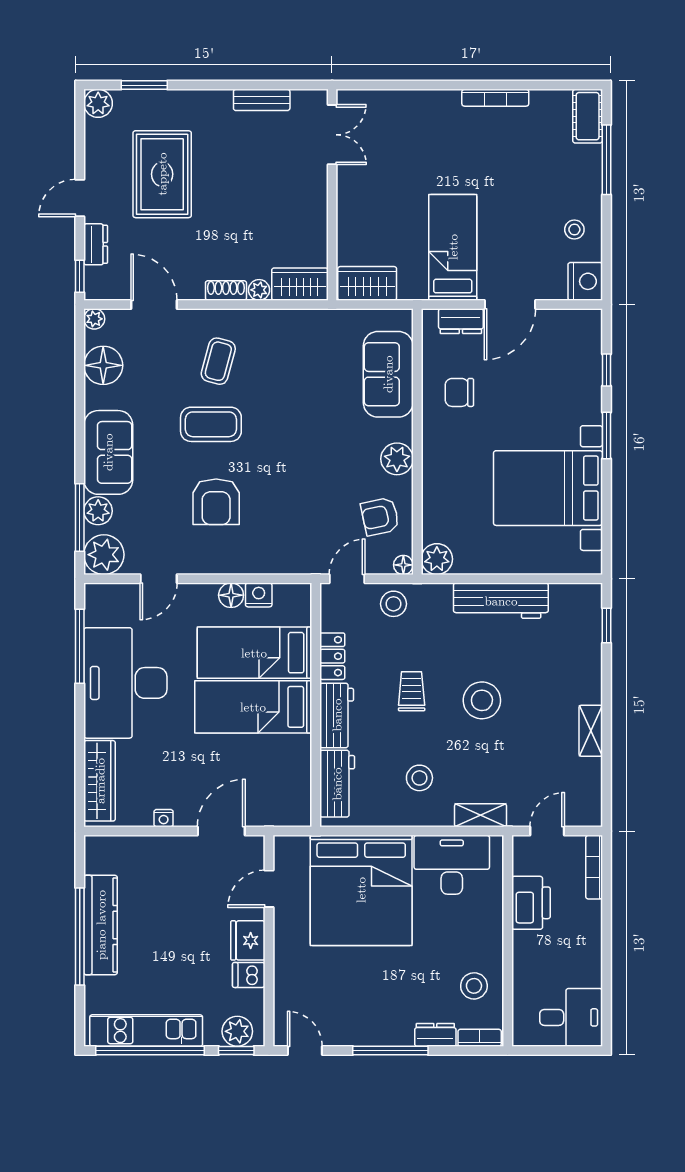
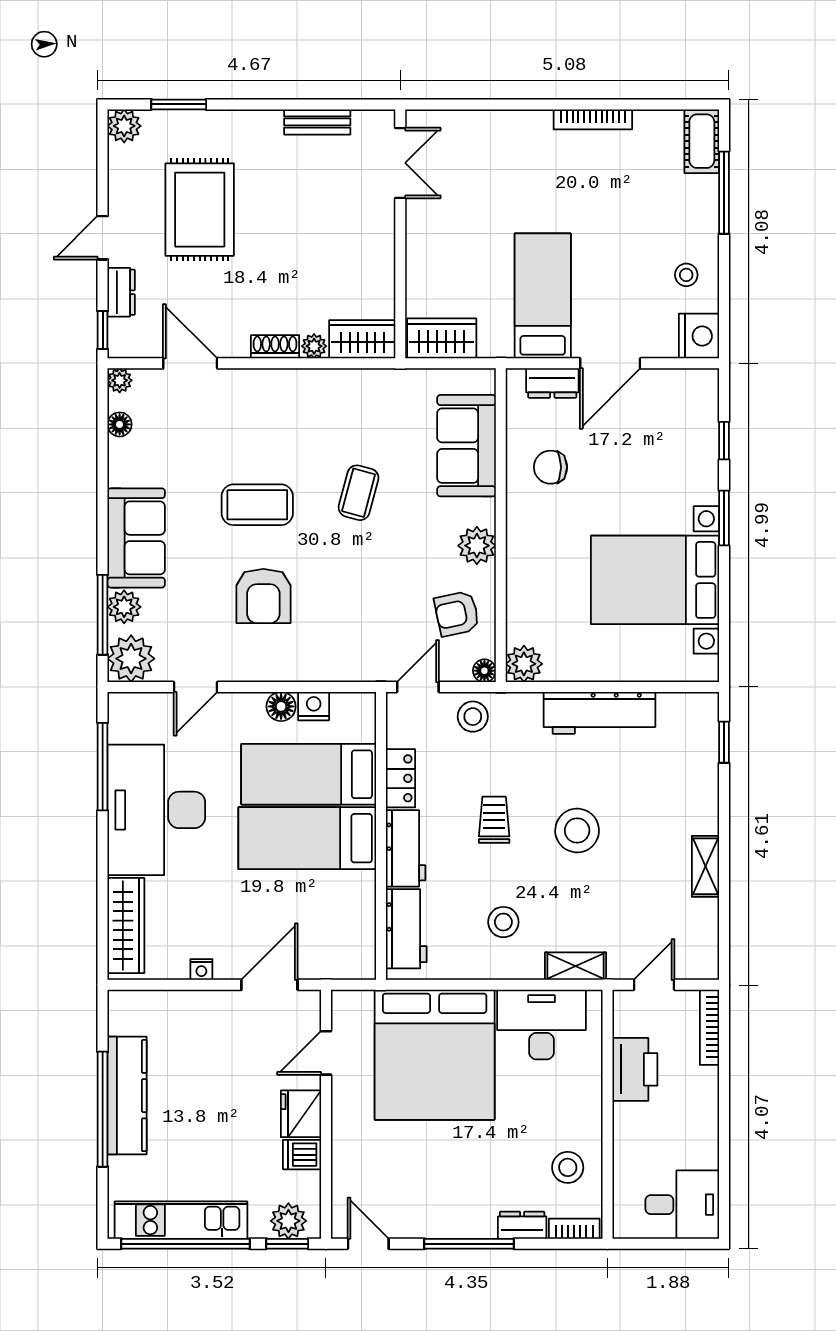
coffee table: (218, 361) -> (359, 493), moved
floor lamp: (103, 365) -> (120, 424), width x0.53, depth x0.53

